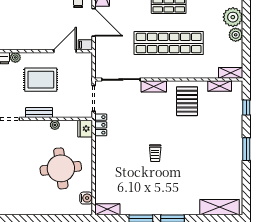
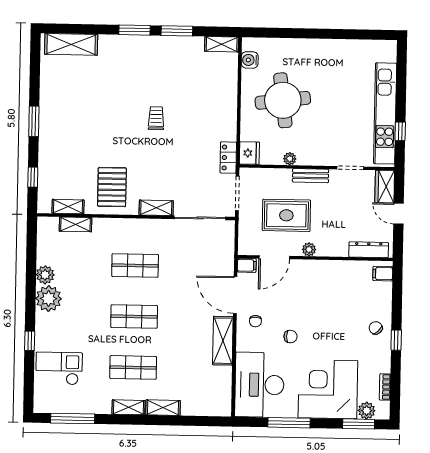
shop shelf: (169, 43) -> (135, 266), width x0.50, depth x0.74
plant: (15, 57) -> (309, 249), moved
shelving: (231, 73) -> (75, 224), moved
rug: (41, 80) -> (286, 215), moved

